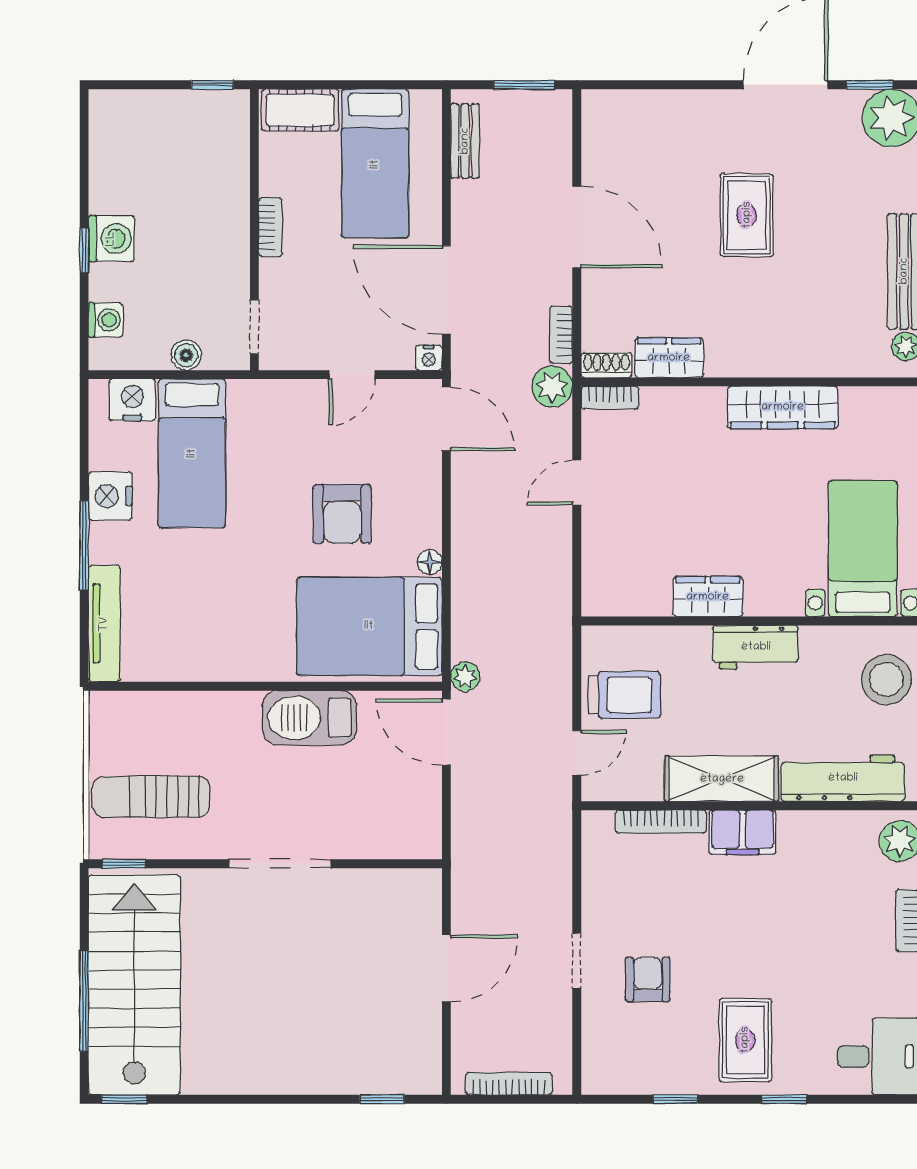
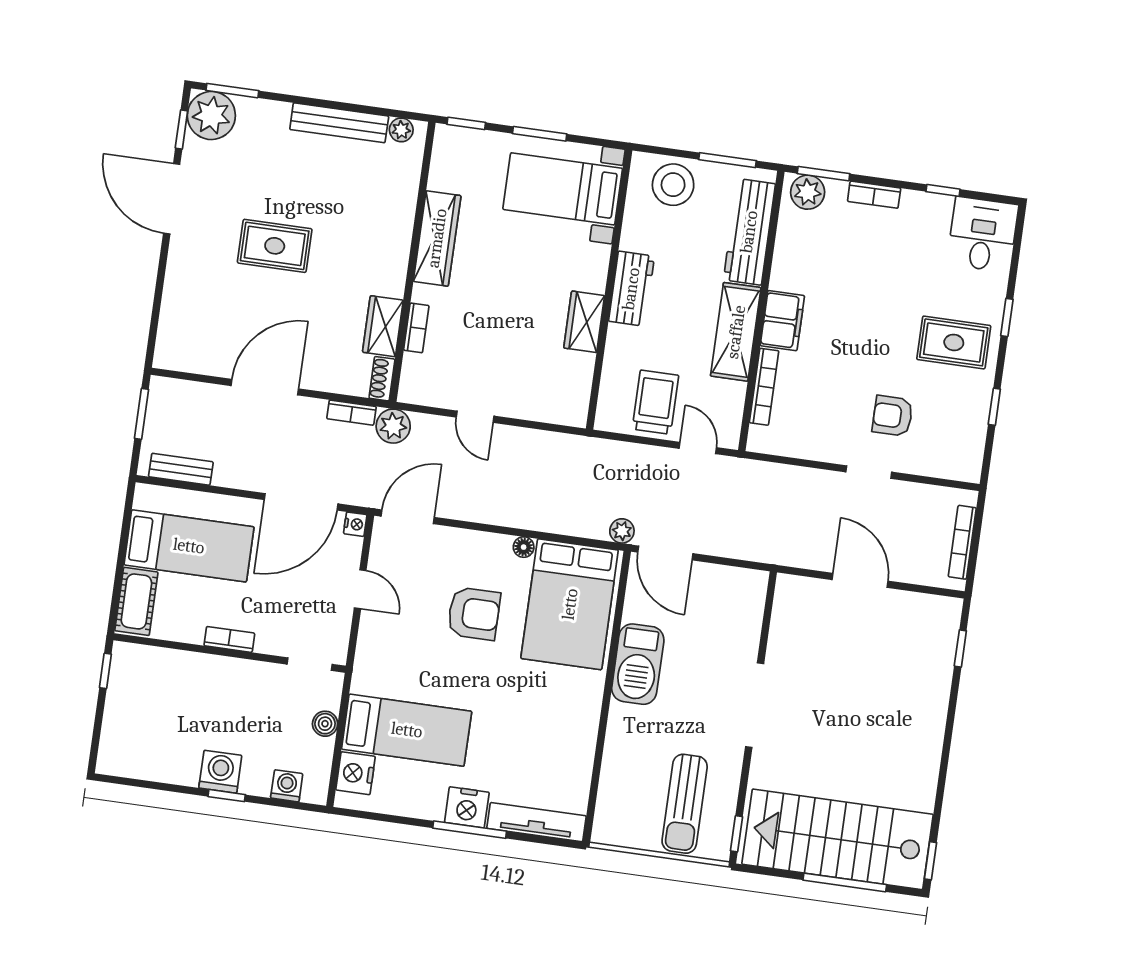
bookcase: (610, 398) -> (416, 328), moved
nightstand: (110, 496) -> (467, 807), moved
door: (446, 732) -> (665, 553), hinge flipped

